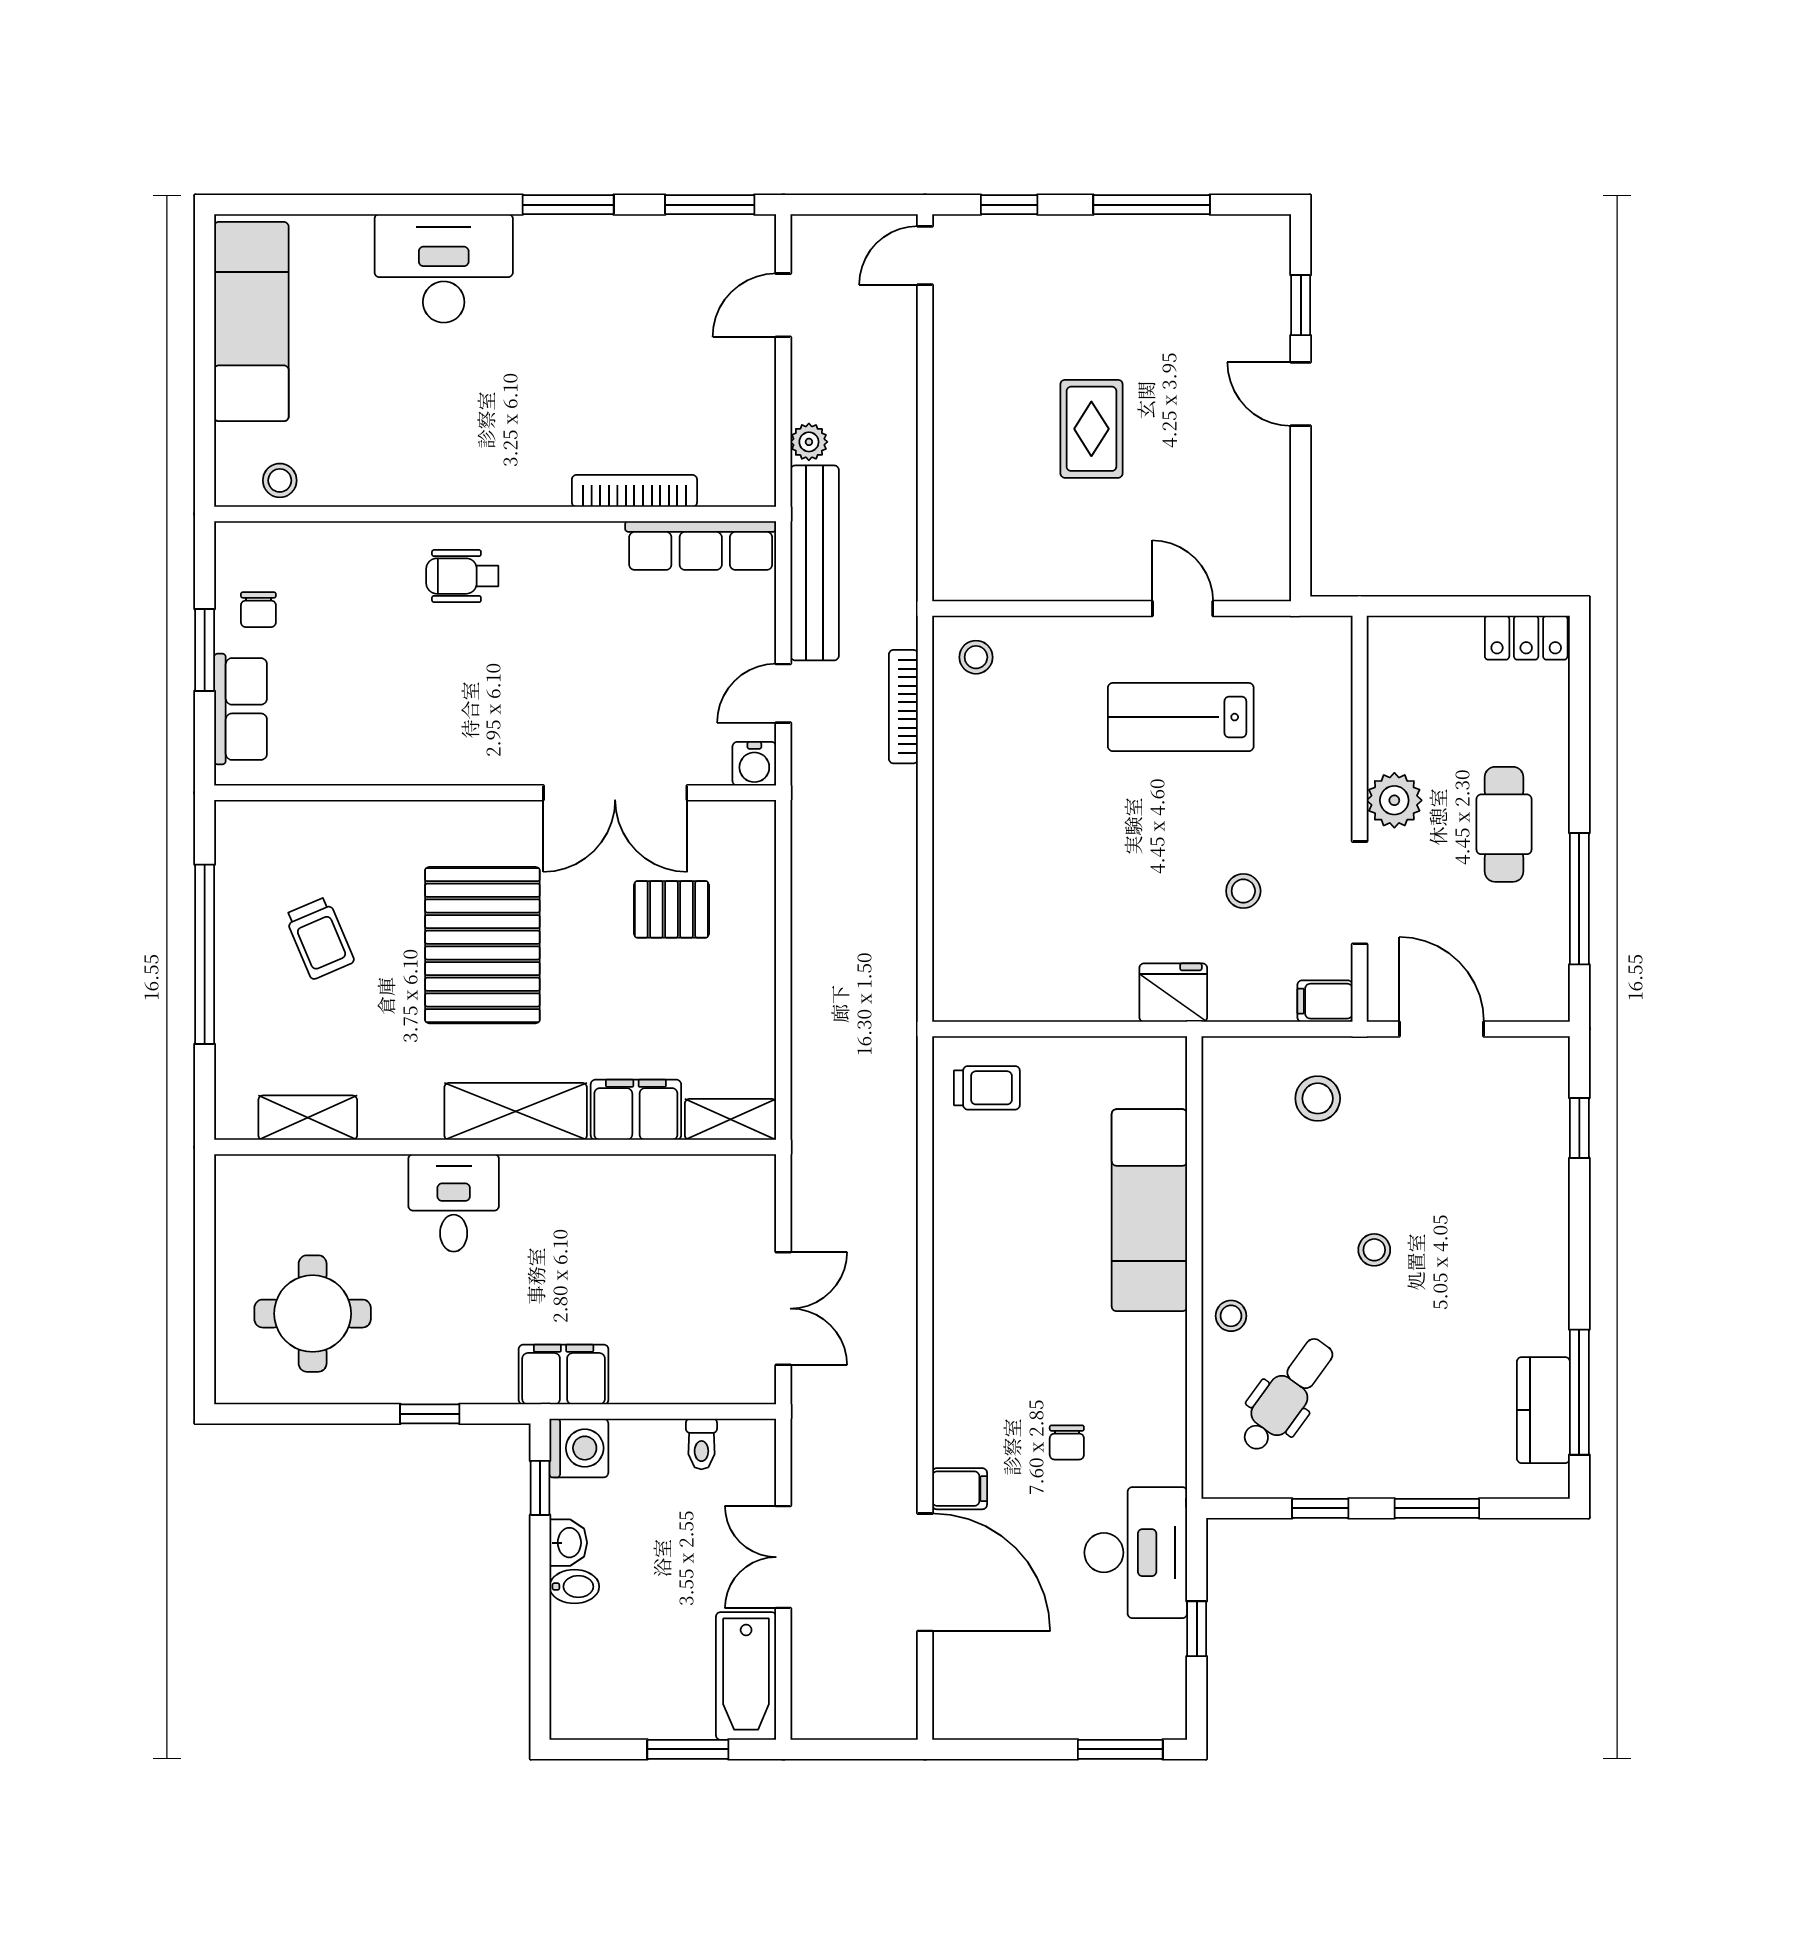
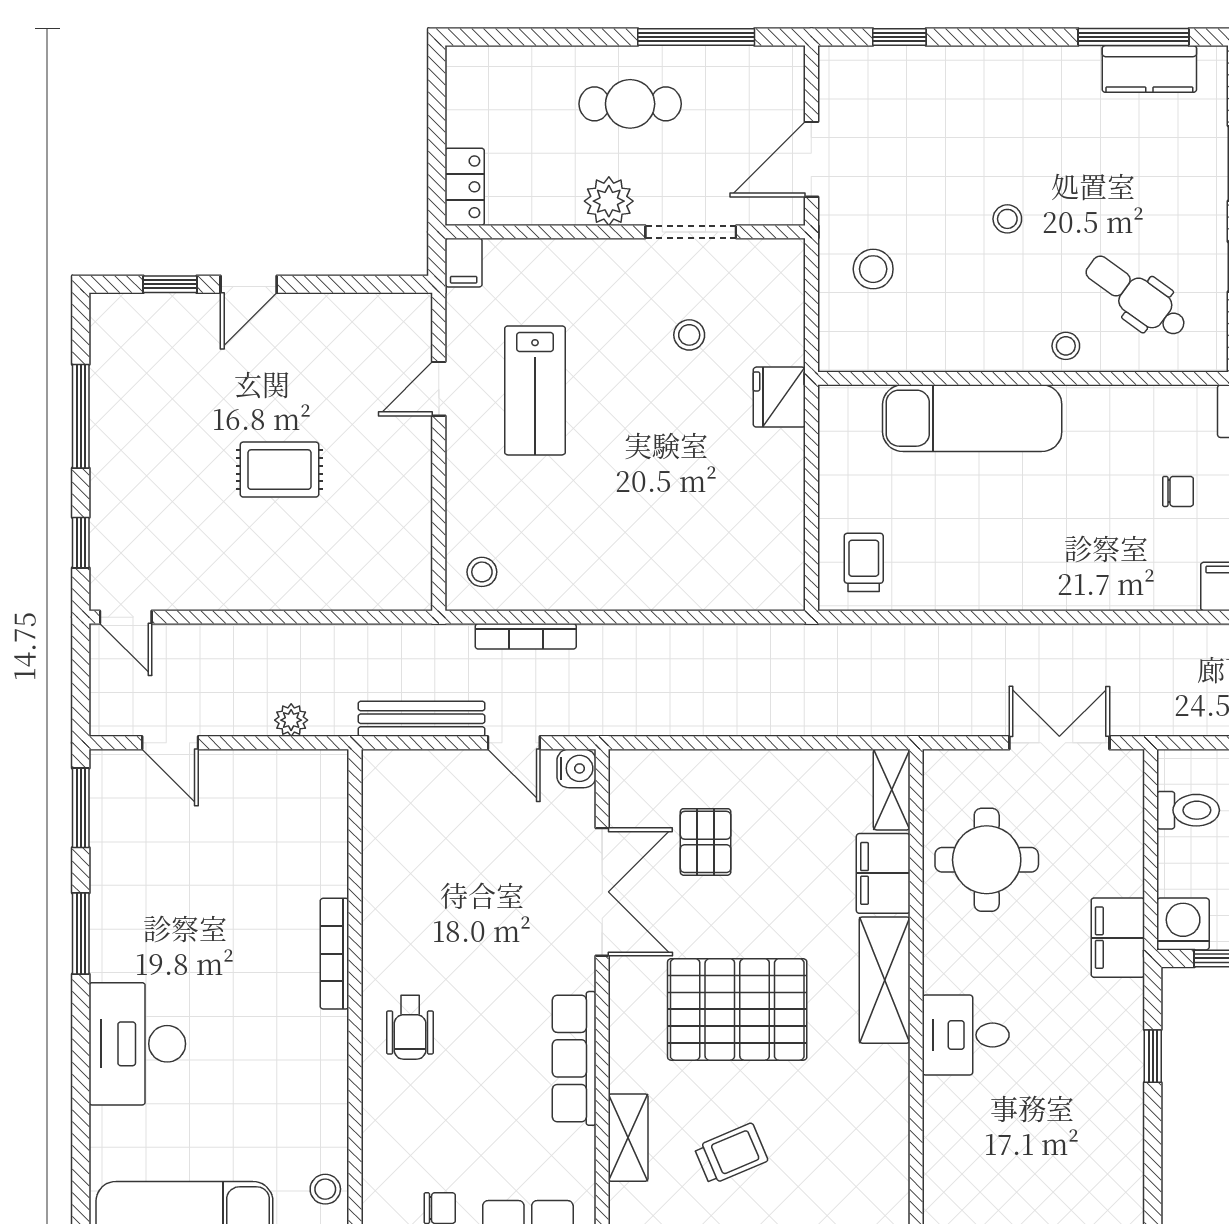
bookcase: (634, 491) -> (335, 954), moved
row of seats: (701, 546) -> (574, 1058), moved, turned 180
bench: (815, 563) -> (422, 719), width x0.73, depth x0.82
locker: (1526, 638) -> (465, 187), moved
filing cabinet: (1325, 1001) -> (464, 263), moved
shelving: (308, 1118) -> (628, 1138), moved
round table: (313, 1314) -> (987, 860), moved
toilet: (701, 1444) -> (1188, 810), width x1.37, depth x1.39

